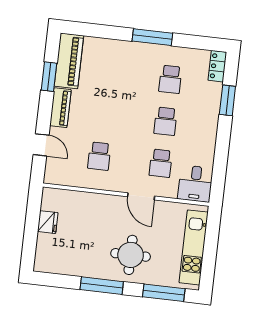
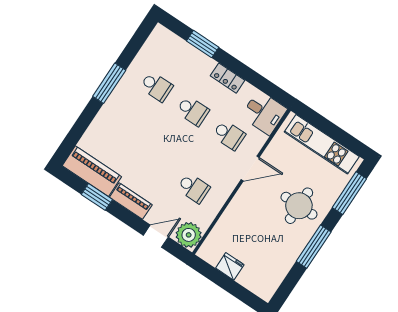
locker: (217, 66) -> (228, 78), moved
plant: (57, 173) -> (189, 235), added

